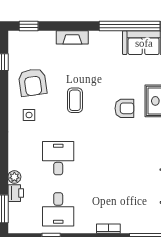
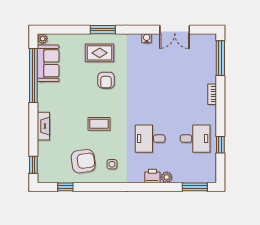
armchair: (124, 108) -> (106, 80), turned 180
printer: (16, 193) -> (152, 176), moved

